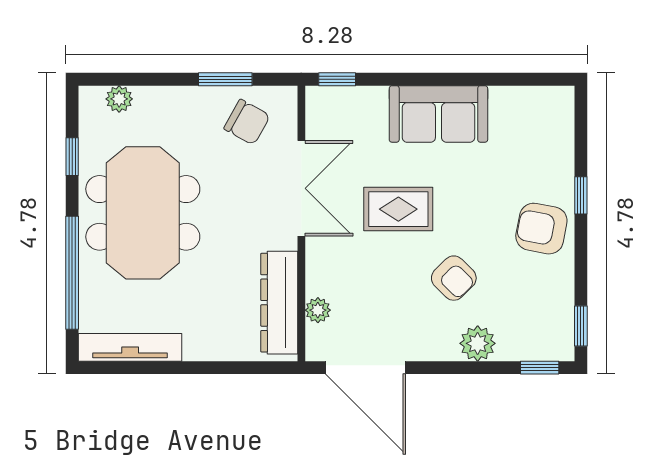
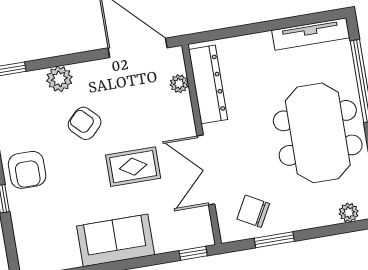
armchair: (541, 229) -> (27, 170), turned 79

